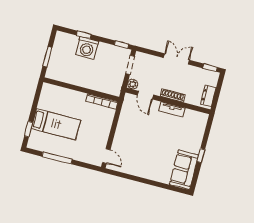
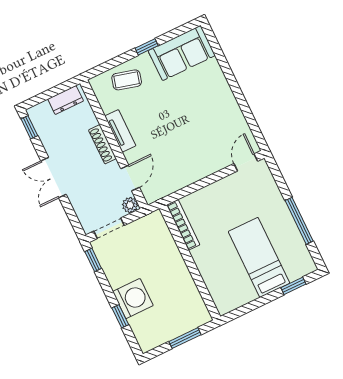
coffee table: (193, 133) -> (127, 80), added

